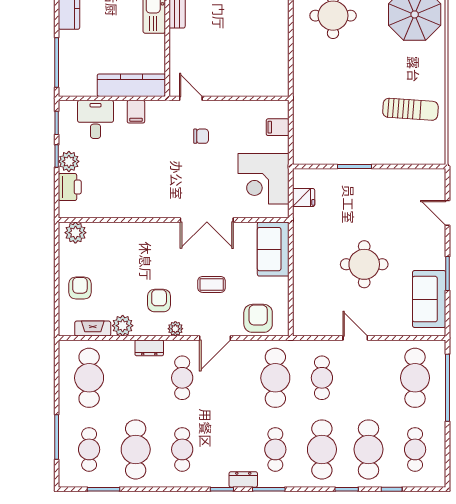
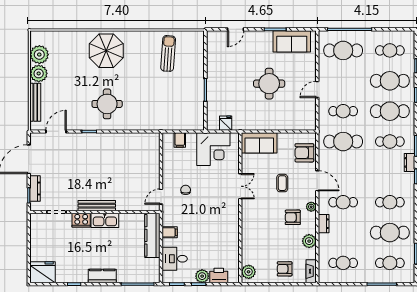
double door: (207, 220) -> (240, 186), width x0.73
fireplace: (93, 329) -> (311, 271), moved
cafe table: (89, 378) -> (343, 263), width x0.73, depth x0.74

